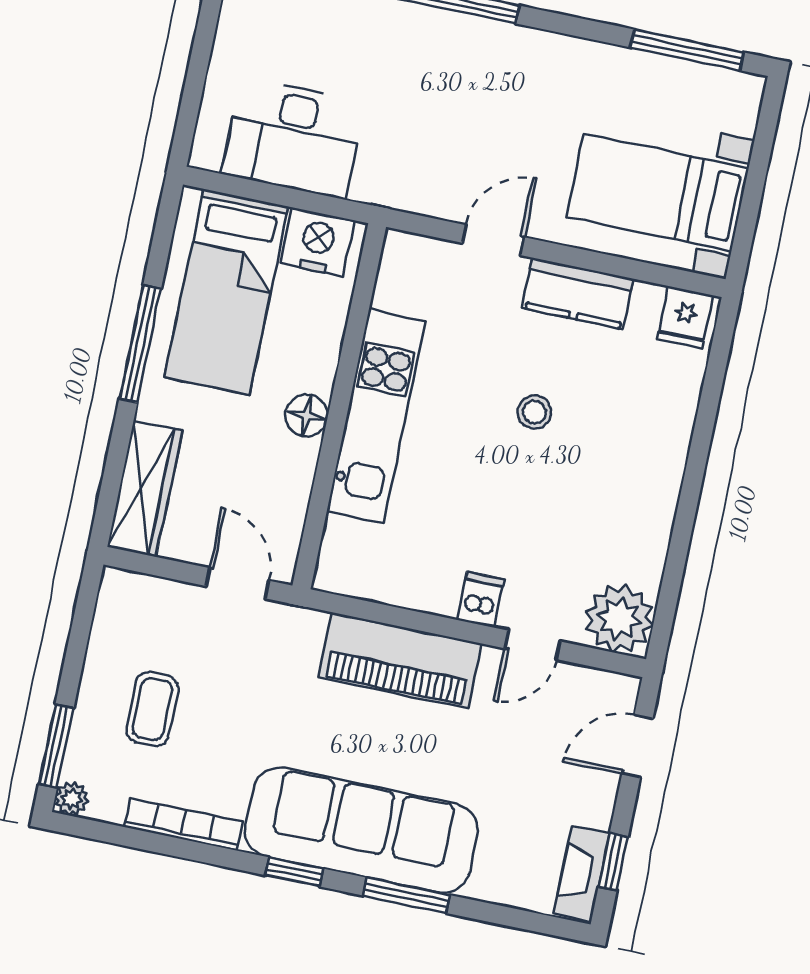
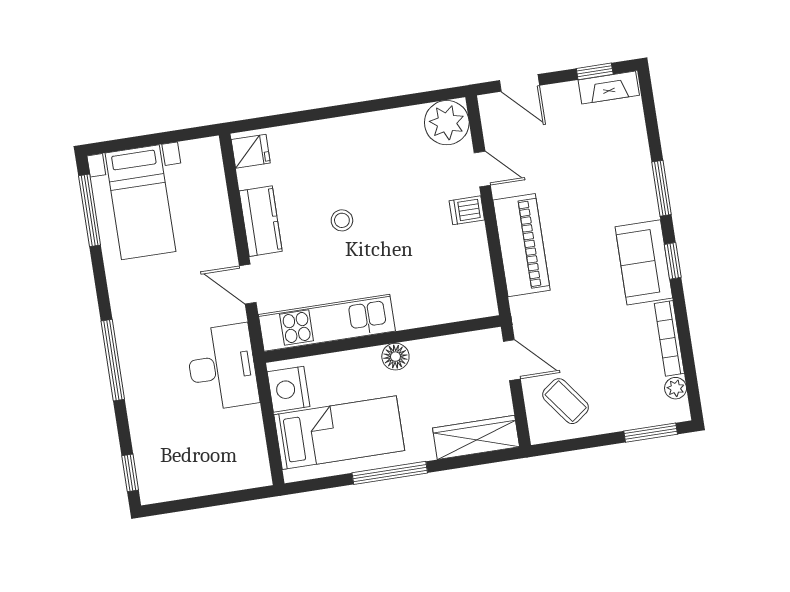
desk: (293, 138) -> (222, 367), moved
bed with nightstands: (658, 193) -> (140, 202), moved
kitchen unit: (376, 416) -> (327, 323), moved
door: (238, 583) -> (512, 360), swing flipped
coffee table: (152, 709) -> (566, 401), moved, turned 53
plant: (72, 799) -> (676, 388), moved
sofa: (361, 830) -> (644, 262), width x0.54, depth x0.79

